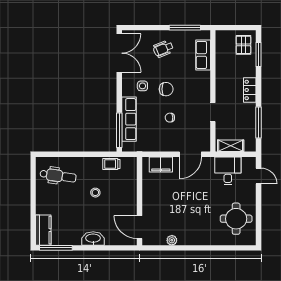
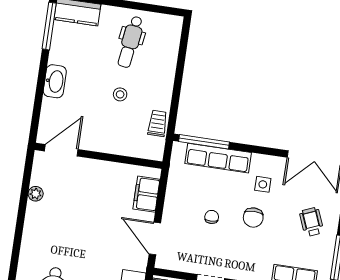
dental chair: (58, 176) -> (130, 42), moved

